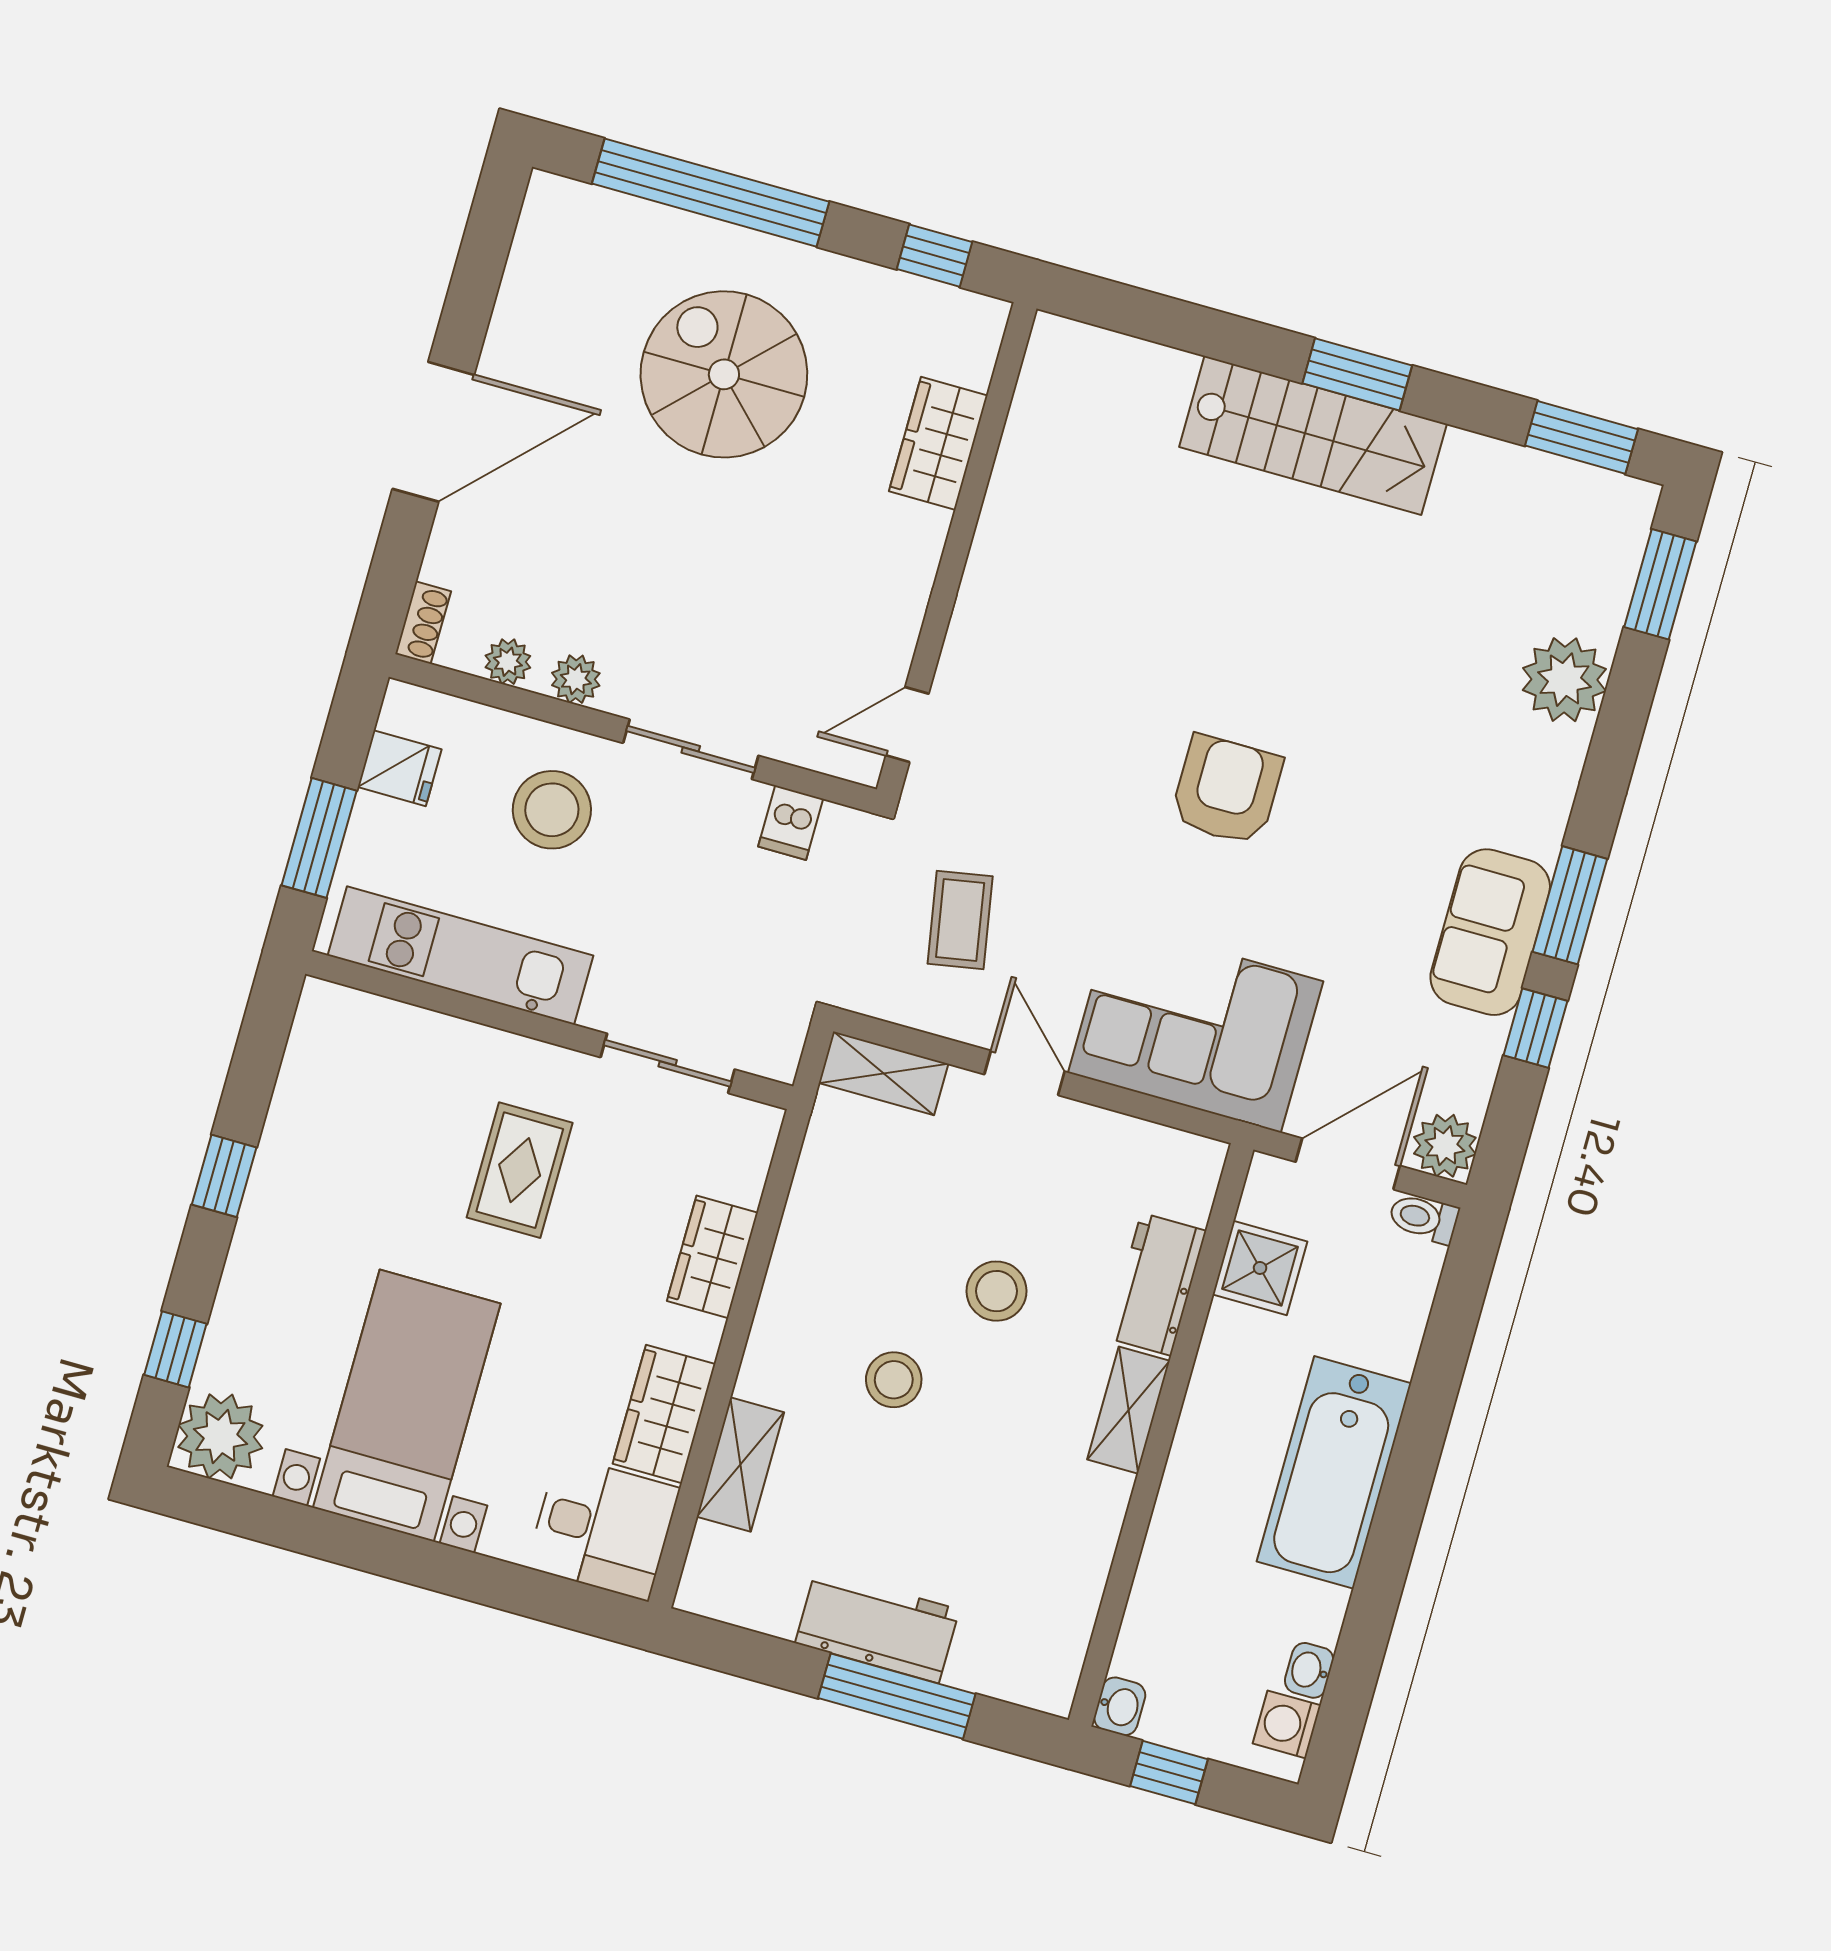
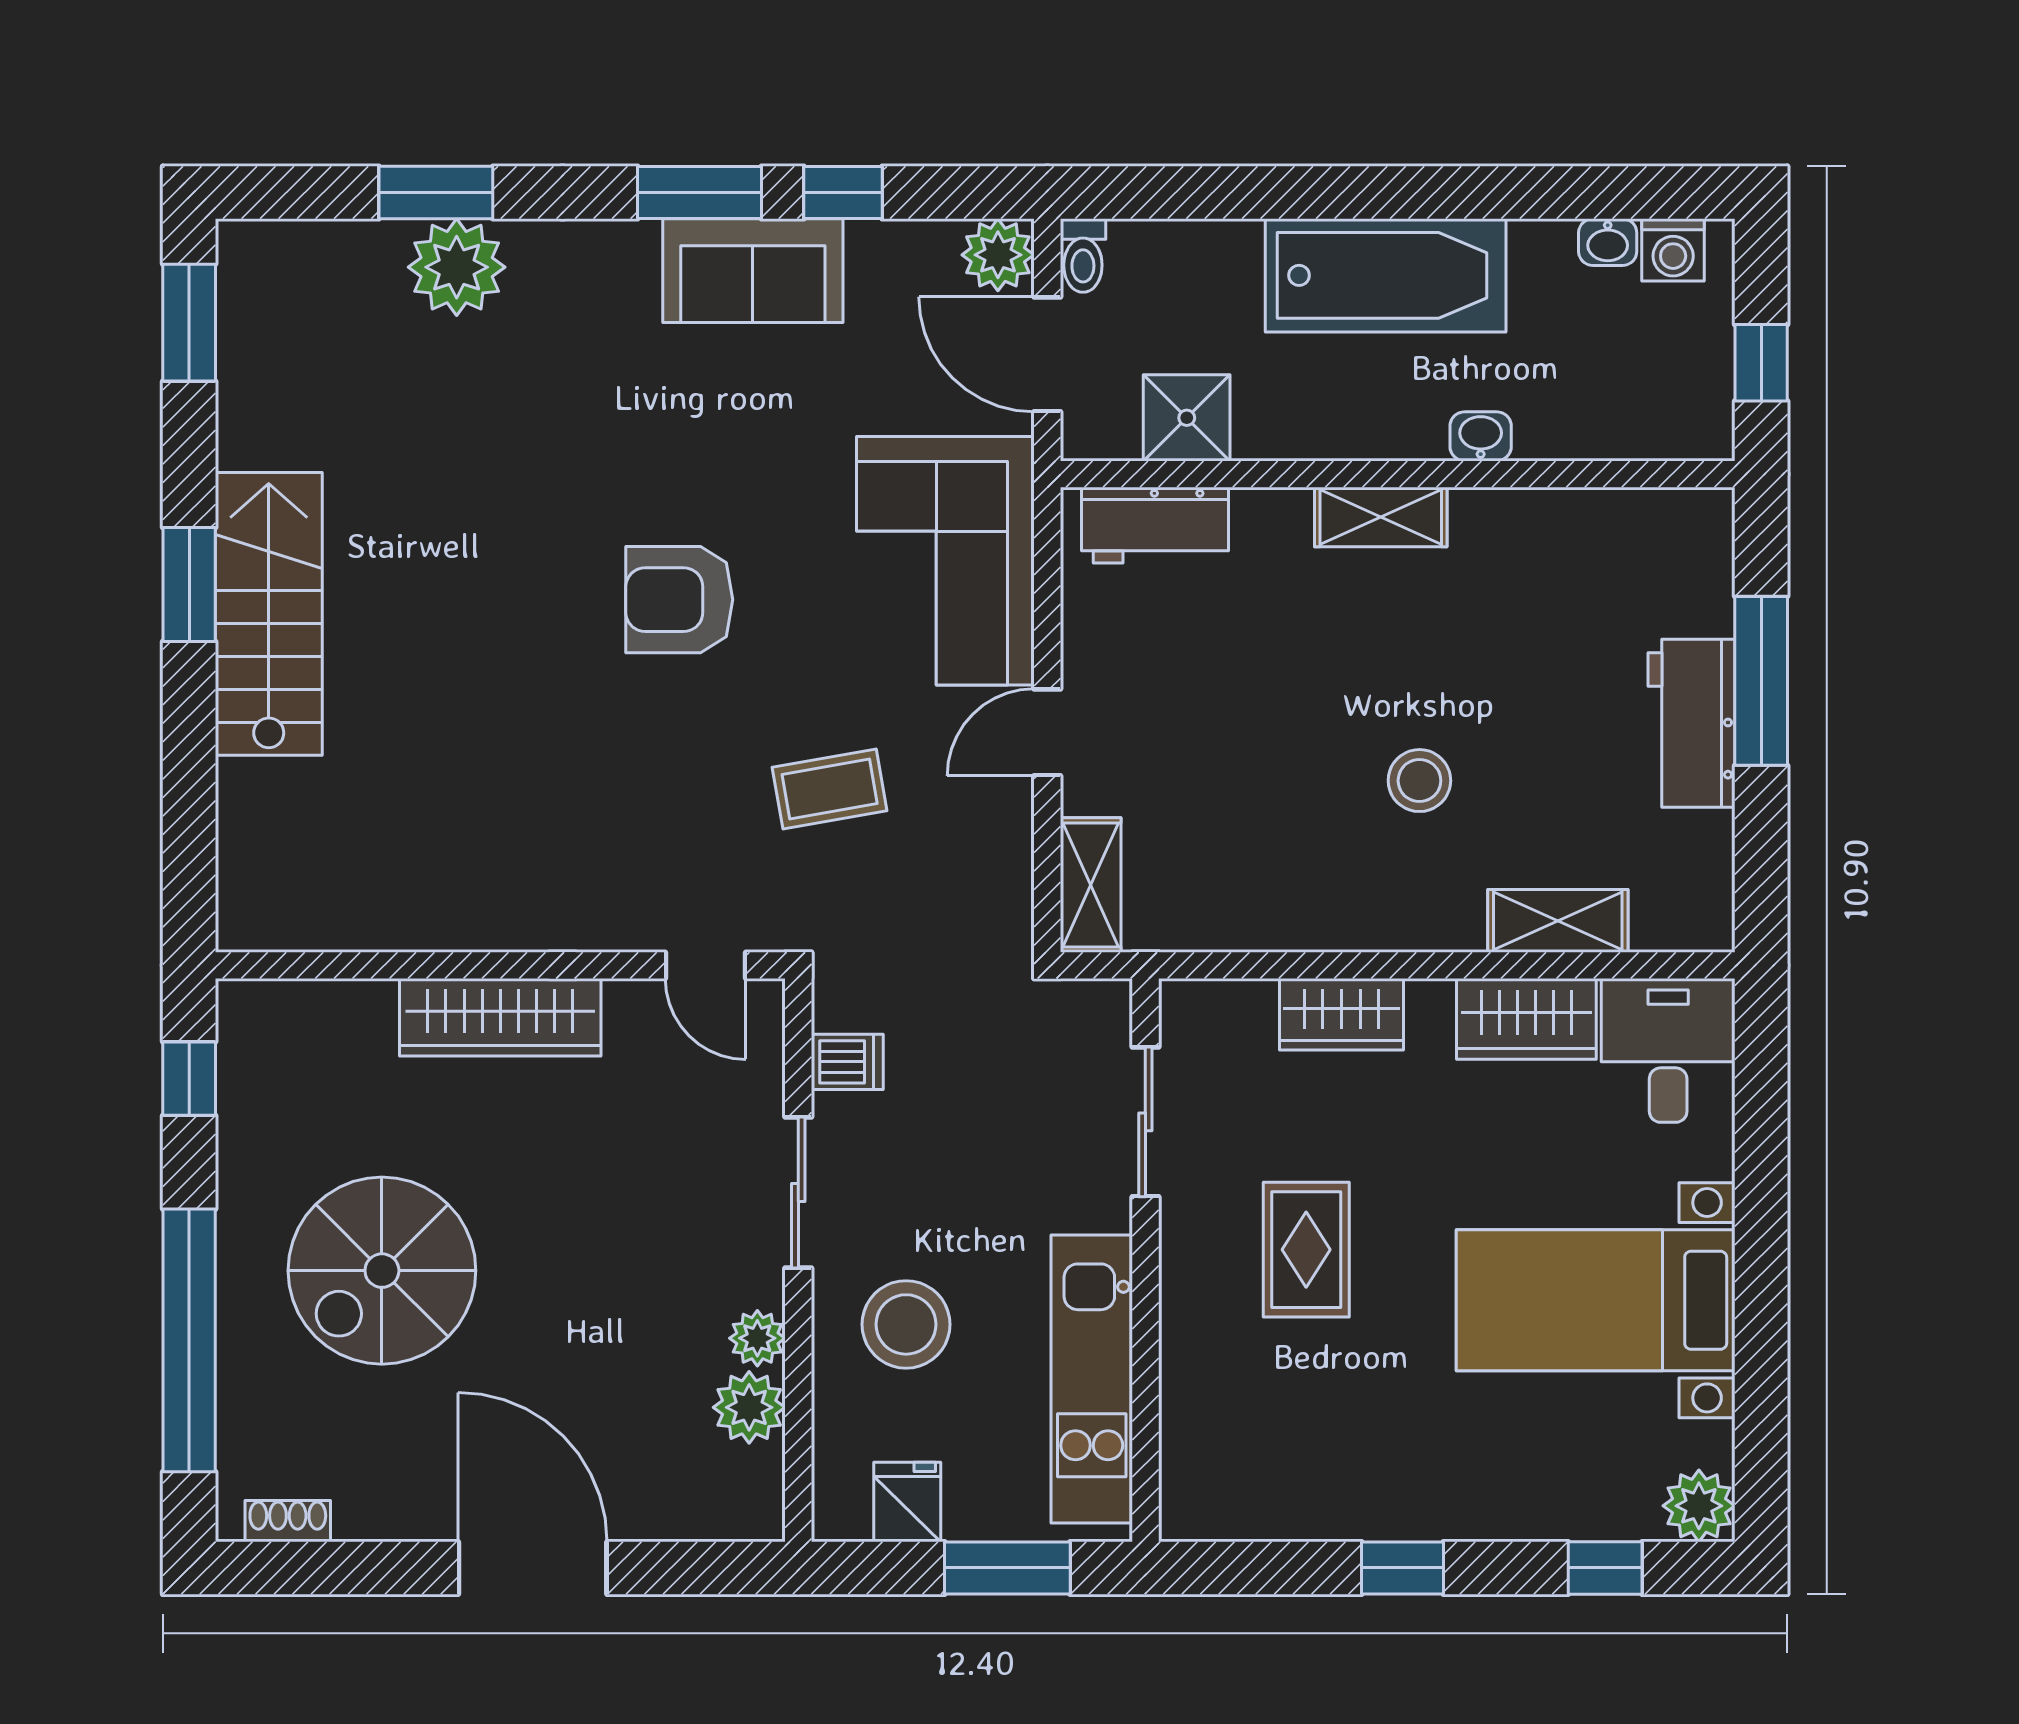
wardrobe: (938, 443) -> (500, 1017), moved, width x1.50
window: (1660, 584) -> (436, 192), moved
shoe rack: (423, 623) -> (288, 1521), moved
plant: (508, 662) -> (749, 1407), width x1.38, depth x1.38
coffee table: (960, 920) -> (830, 789), moved
rug: (520, 1170) -> (1306, 1250), turned 90
workbench: (1156, 1284) -> (1155, 525), moved
stool: (997, 1291) -> (1292, 696), removed
plant: (220, 1436) -> (1699, 1506), width x0.73, depth x0.73
washbasin: (1120, 1706) -> (1481, 436), moved

